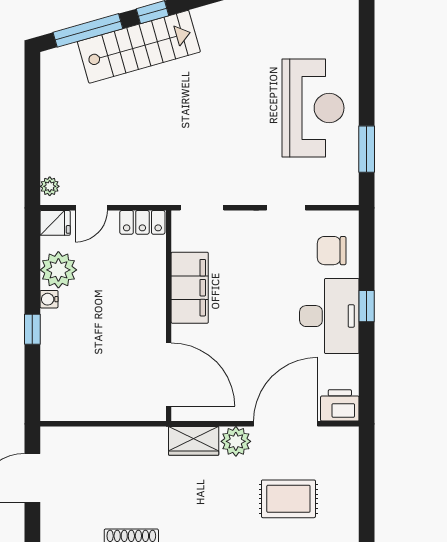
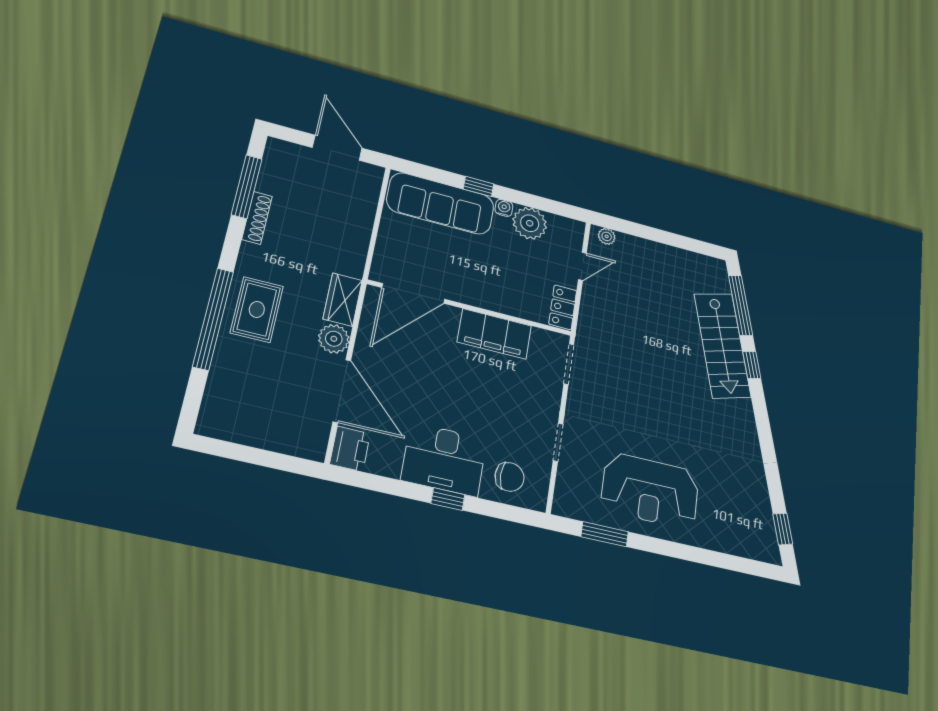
door: (91, 208) -> (582, 266), swing flipped
fridge: (55, 223) -> (573, 232), removed
chair: (332, 251) -> (509, 477), turned 90
sofa: (63, 365) -> (441, 203), added
rug: (288, 499) -> (257, 309), moved

